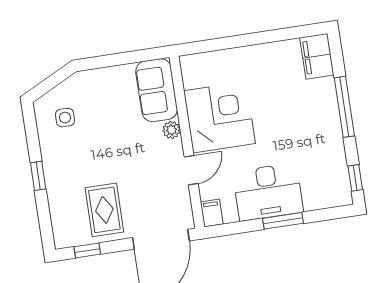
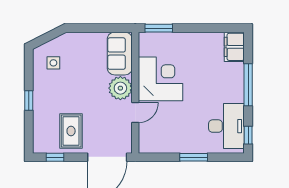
window: (206, 46) -> (159, 28), added
plant: (171, 130) -> (120, 88), width x1.87, depth x1.87
desk: (268, 192) -> (226, 126), moved, turned -90
filing cabinet: (212, 213) -> (145, 144), removed

